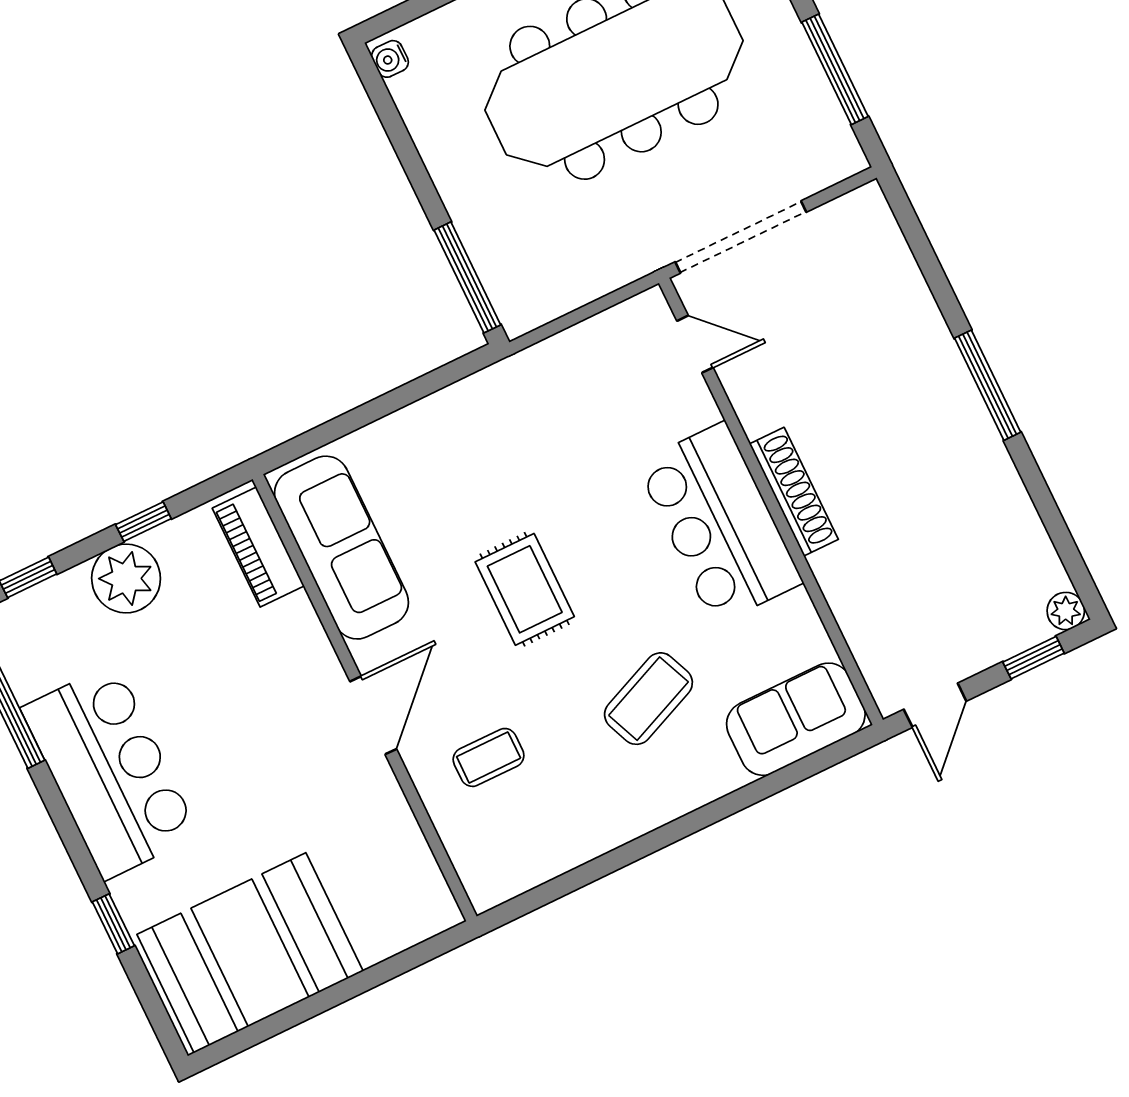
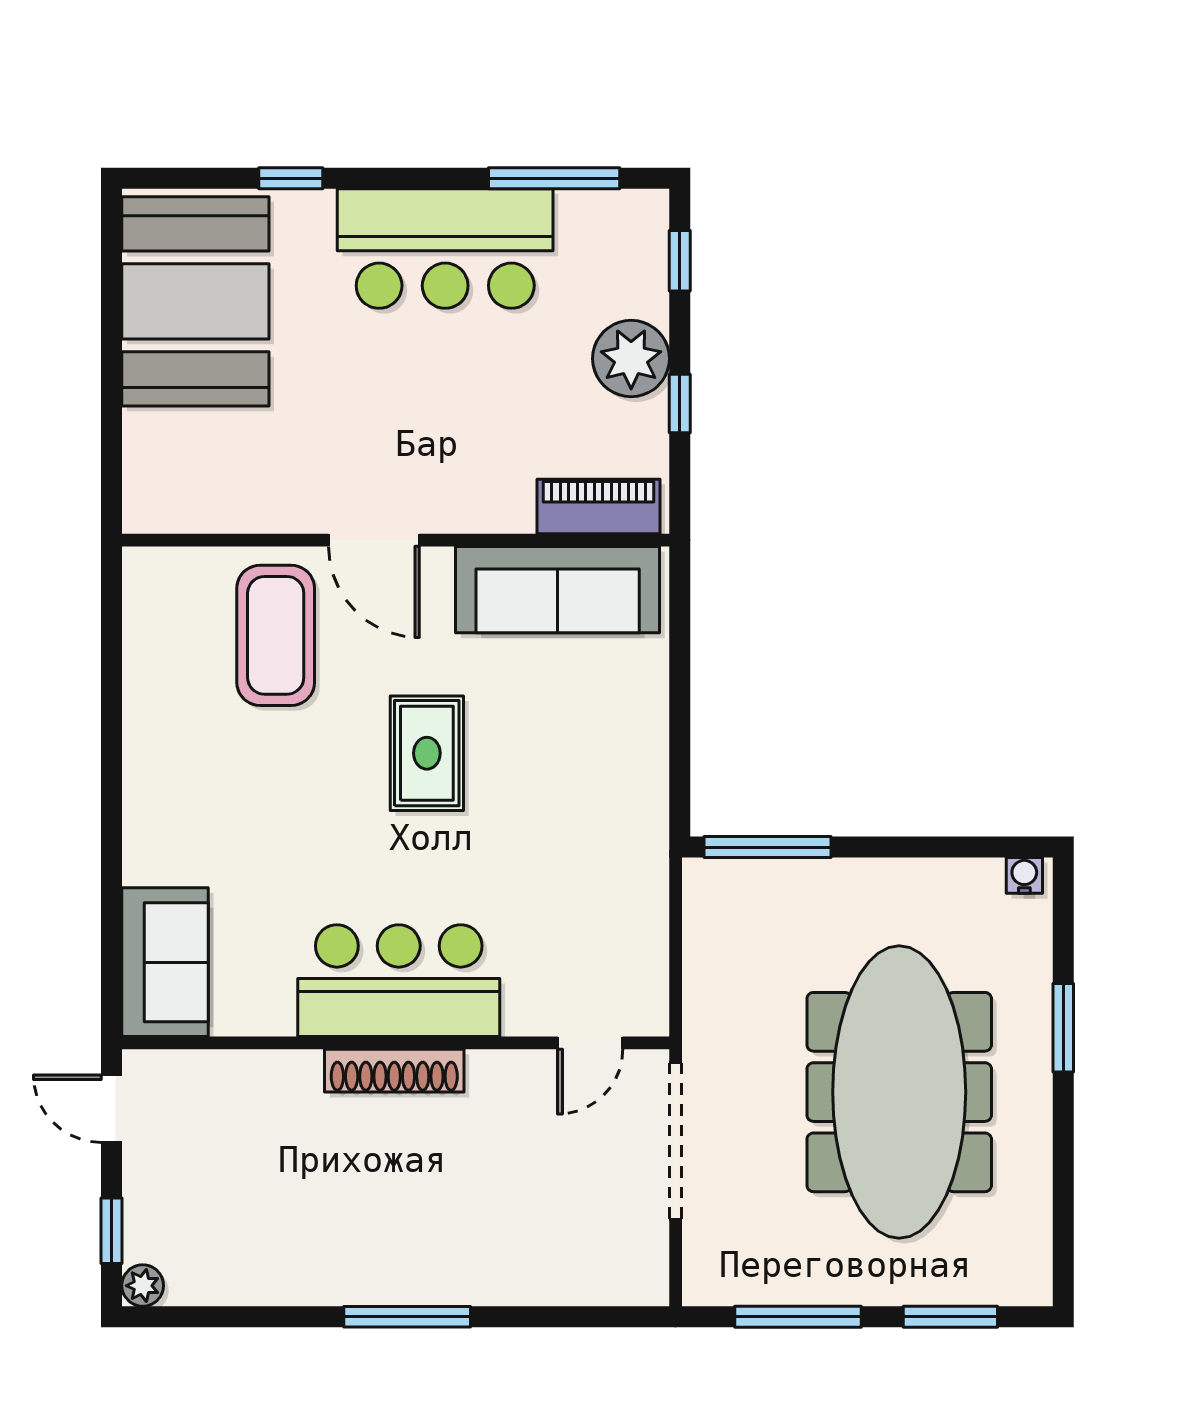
rug: (525, 589) -> (427, 753), turned 90
coffee table: (648, 699) -> (257, 824), removed
coffee table: (489, 757) -> (276, 635), width x1.86, depth x1.72

